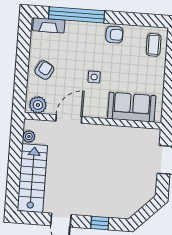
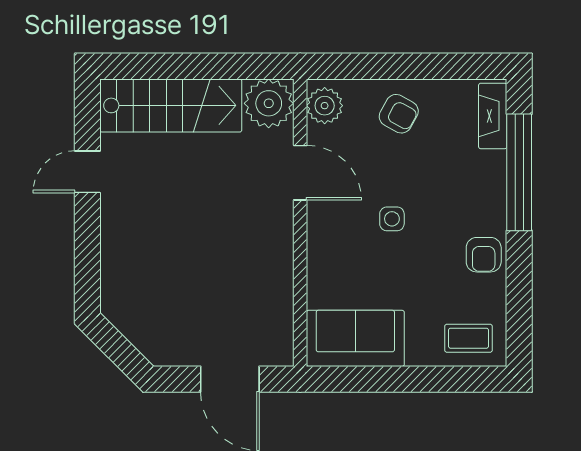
sofa: (132, 107) -> (355, 338), moved, turned -90
plant: (29, 136) -> (269, 103), width x1.88, depth x1.88
window: (100, 223) -> (87, 254), removed

